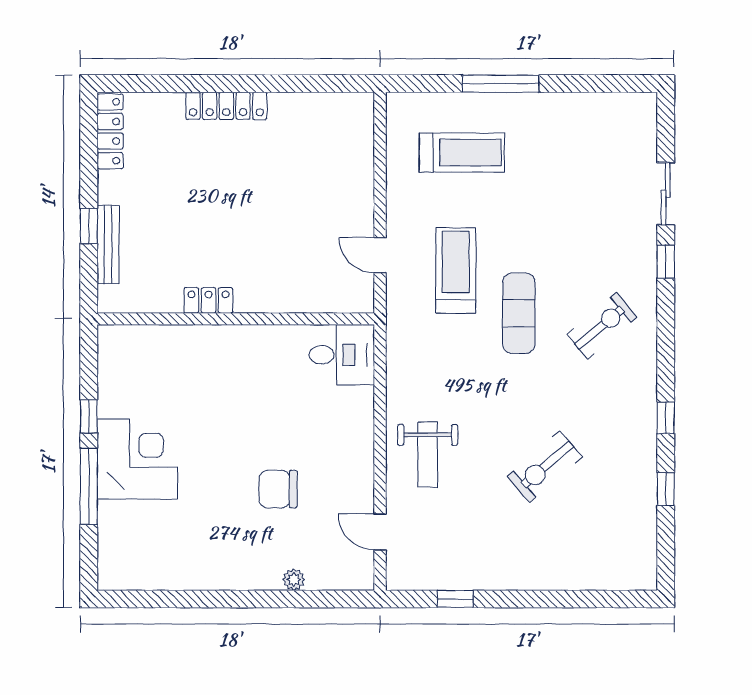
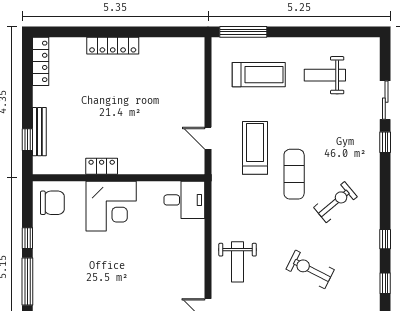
window: (500, 84) -> (243, 32), moved
weight bench: (568, 154) -> (325, 75), added
window: (89, 226) -> (27, 140), moved
exercise bike: (602, 326) -> (335, 202), moved
corner desk: (137, 459) -> (111, 206), moved, turned 90
exercise bike: (545, 467) -> (310, 269), turned 68
chair: (278, 489) -> (52, 203), moved, turned 180

